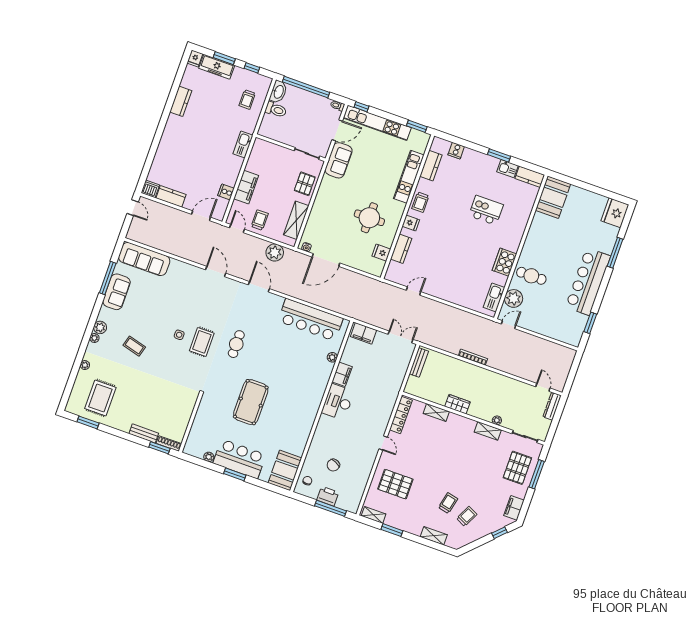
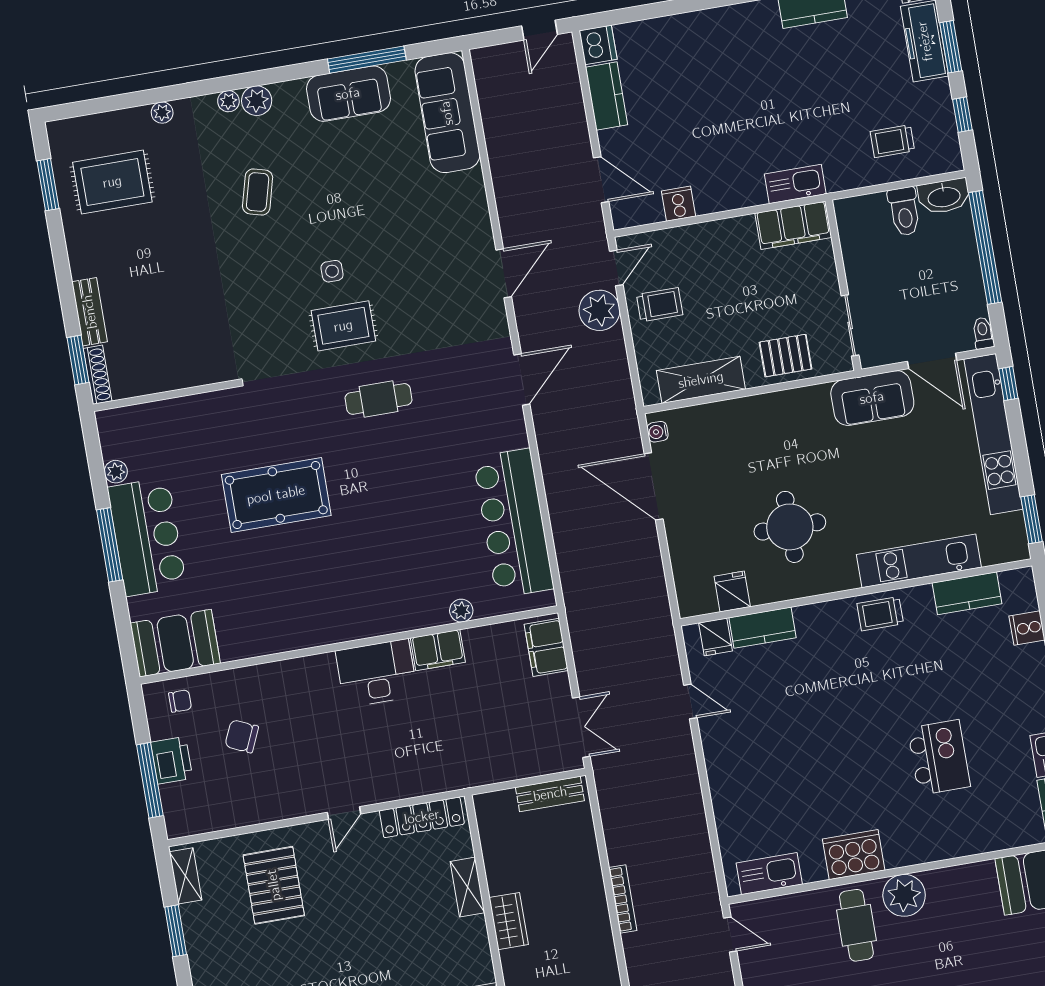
filing cabinet: (246, 187) -> (793, 225), moved
fridge: (411, 223) -> (715, 637), moved
plant: (275, 253) -> (599, 310), moved
plant: (514, 298) -> (904, 895), moved
window: (235, 474) -> (110, 545), width x1.44

